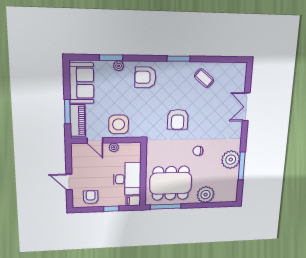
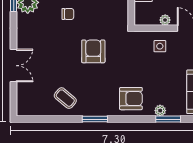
side table: (119, 124) -> (160, 46), width x0.54, depth x0.54

